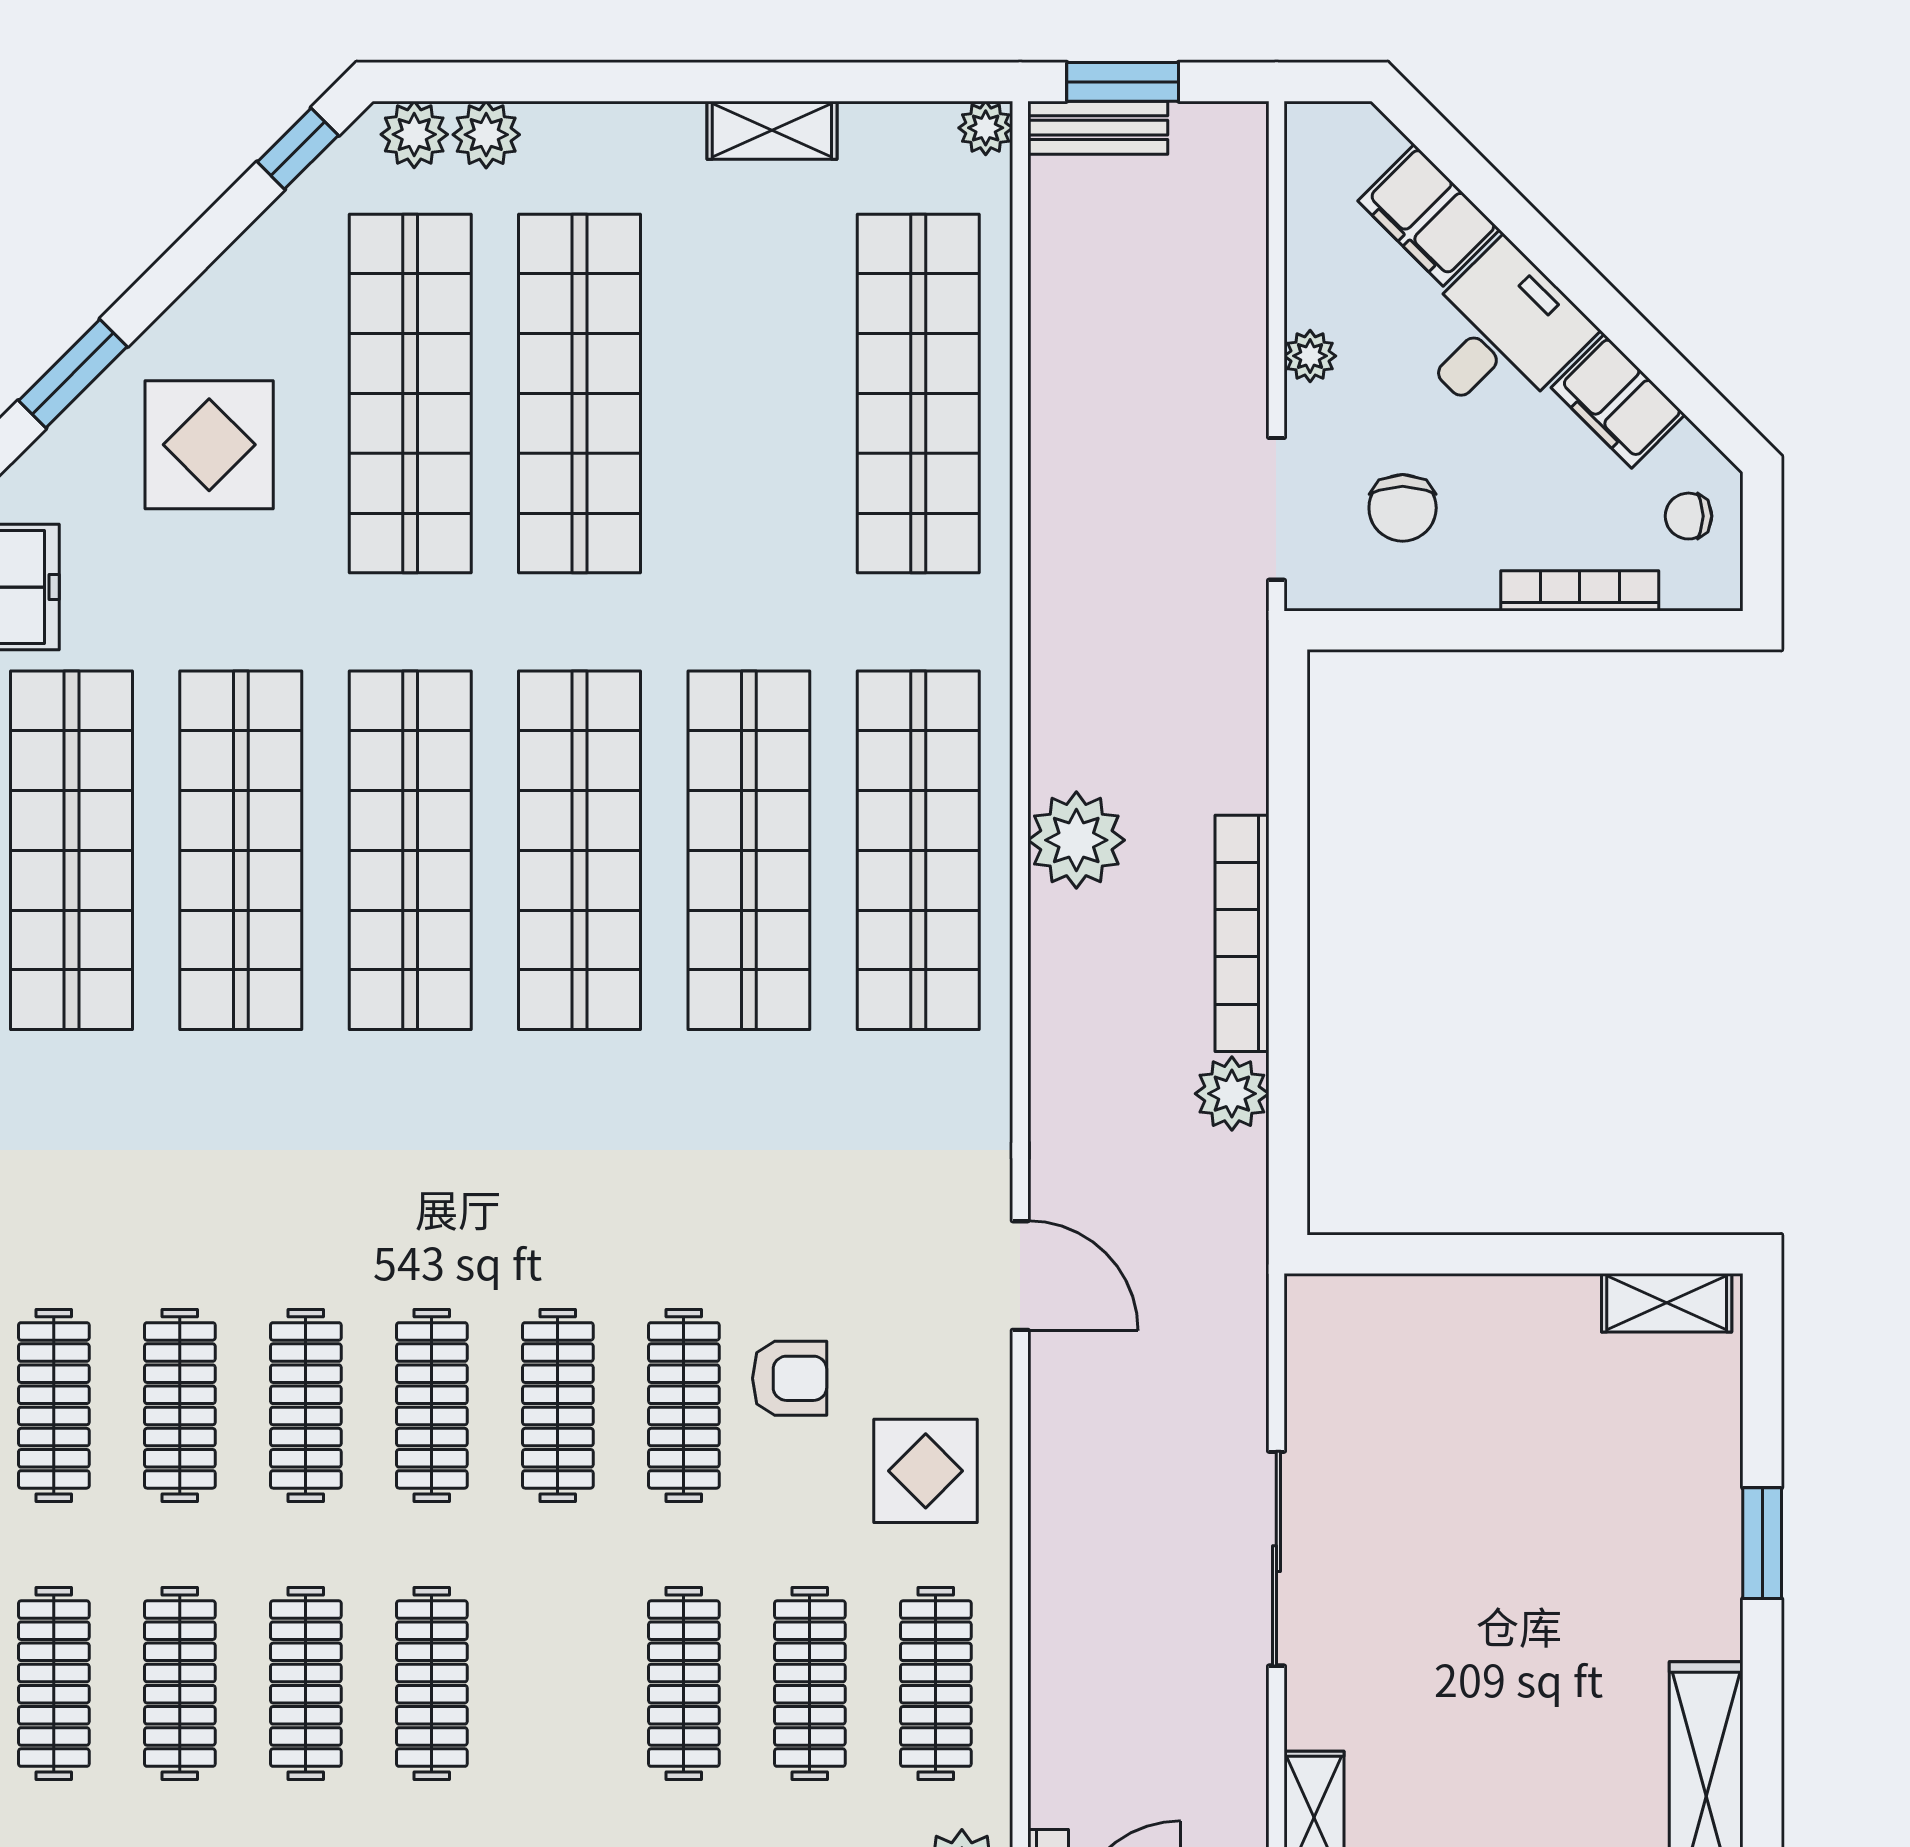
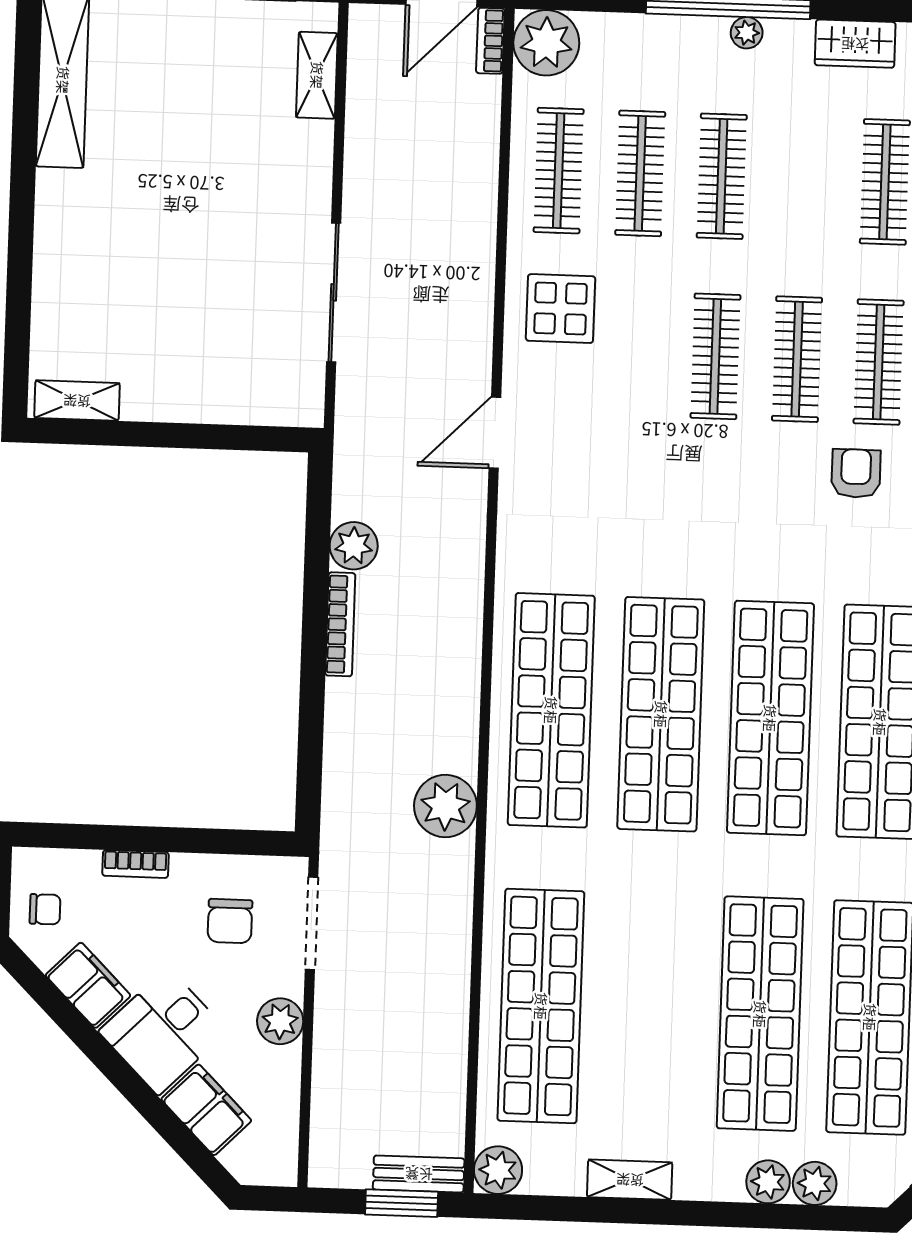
plant: (986, 128) -> (498, 1170), width x1.38, depth x1.38
plant: (414, 134) -> (768, 1182), moved
plant: (1310, 356) -> (280, 1021), width x1.38, depth x1.38
chair: (1403, 508) -> (230, 921), turned 180
bookcase: (1580, 591) -> (135, 864), width x0.64
plant: (1076, 840) -> (445, 806), moved
bookcase: (1242, 933) -> (340, 624), width x0.68, depth x0.76
door: (1020, 1276) -> (495, 433), hinge flipped
armchair: (790, 1378) -> (856, 473), moved, turned 90
window: (1762, 1543) -> (21, 243), removed
sliding door: (1276, 1559) -> (334, 292), moved

